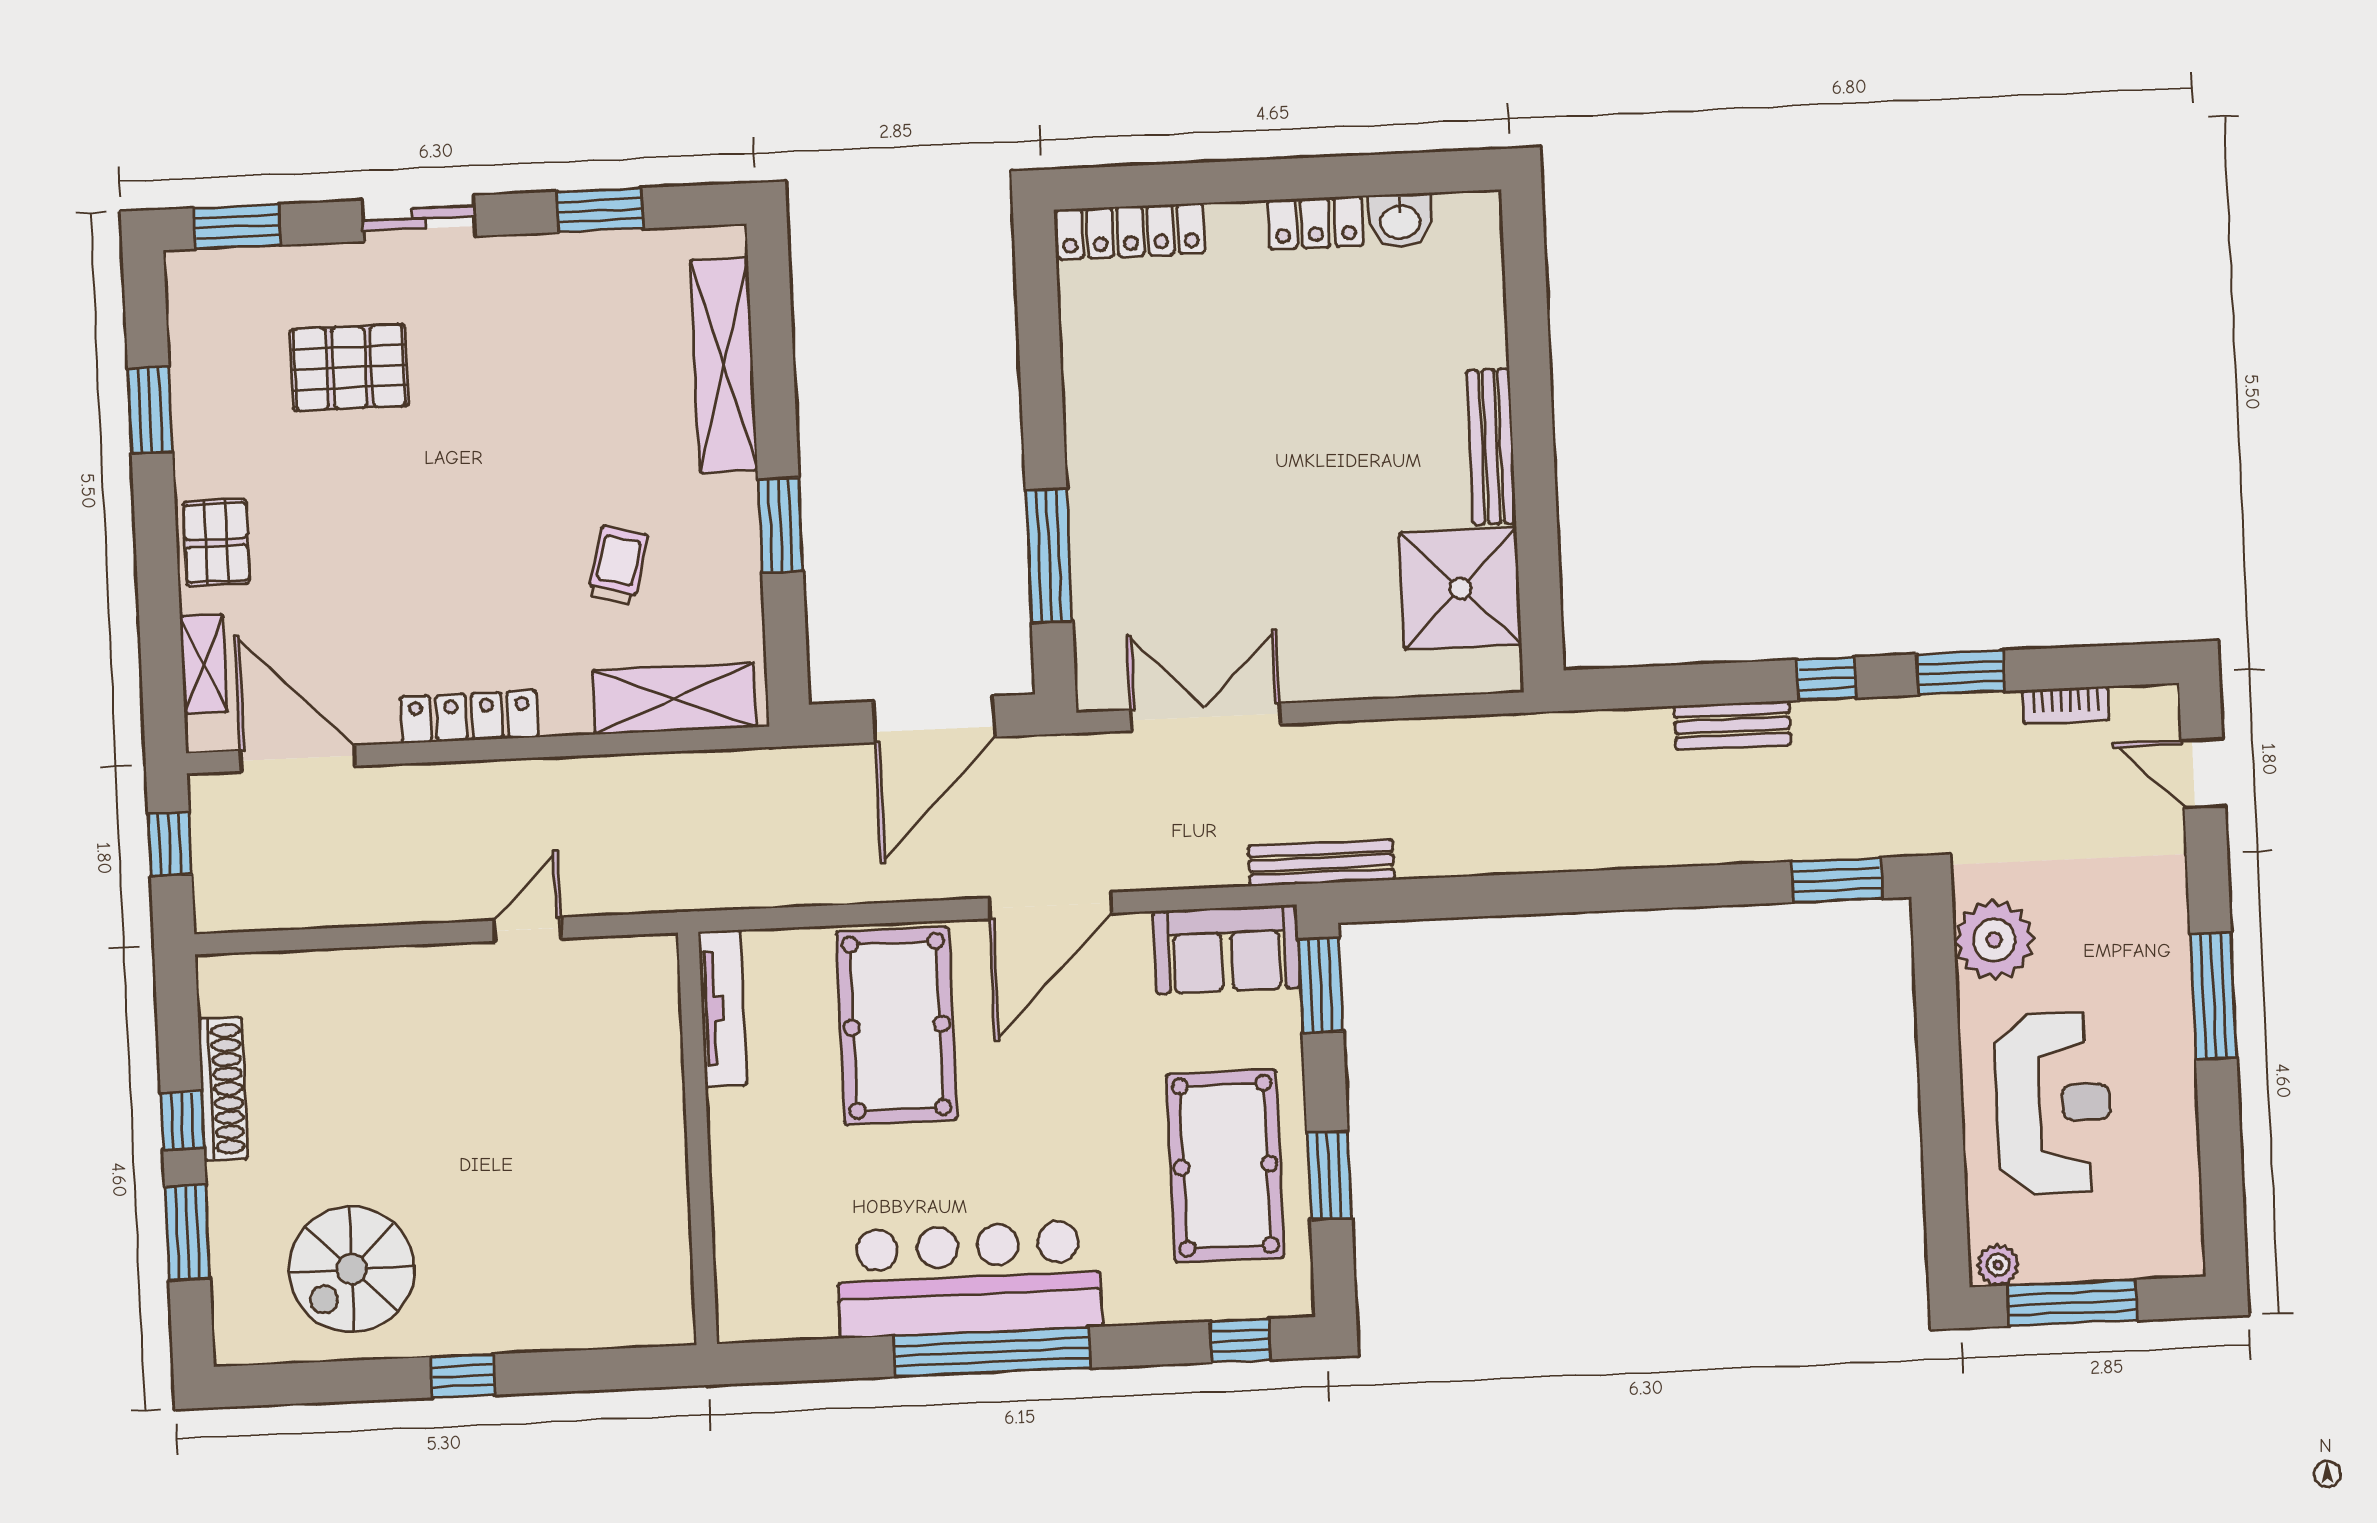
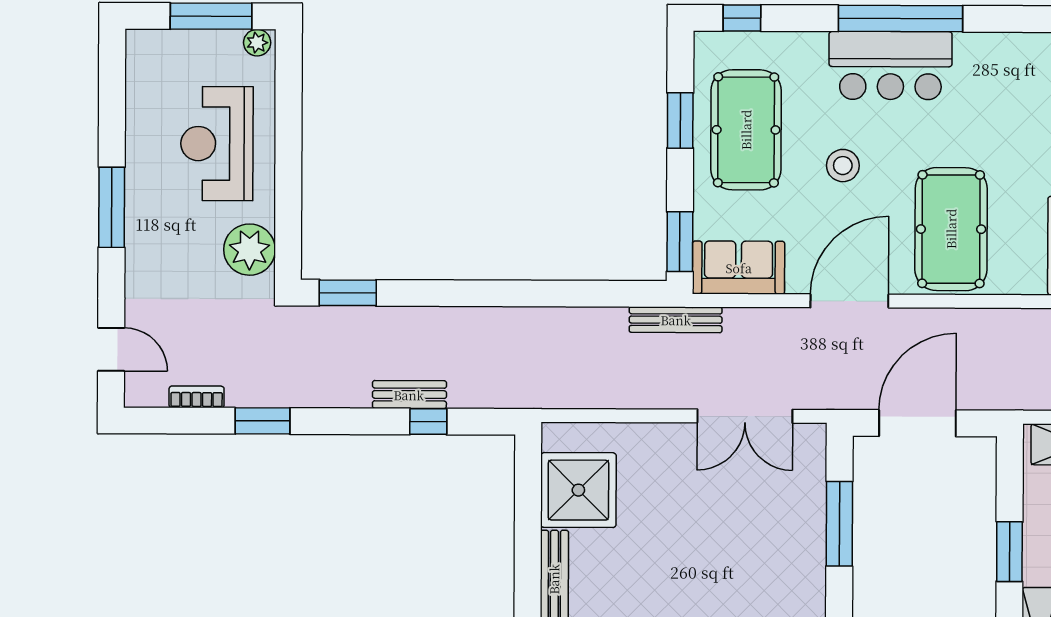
window: (1827, 679) -> (428, 421), moved
stool: (1071, 1117) -> (843, 166), added
bar counter: (969, 1279) -> (890, 65), width x0.73

